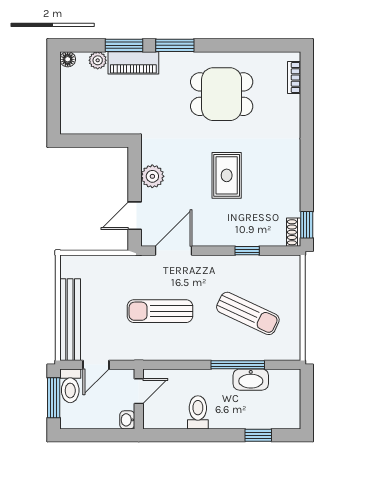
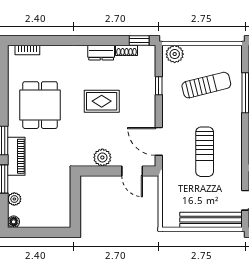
piano: (133, 63) -> (16, 156), moved
dresser: (291, 175) -> (101, 53), added
shoe rack: (294, 232) -> (127, 50), moved
plant: (289, 272) -> (175, 54), added
sun lounger: (248, 313) -> (206, 85), turned 51

